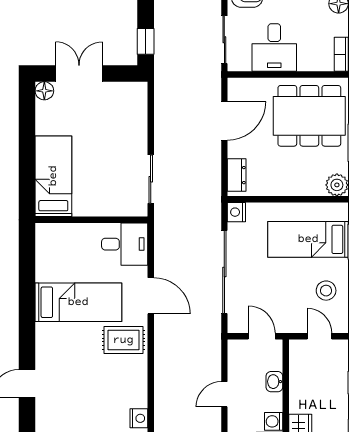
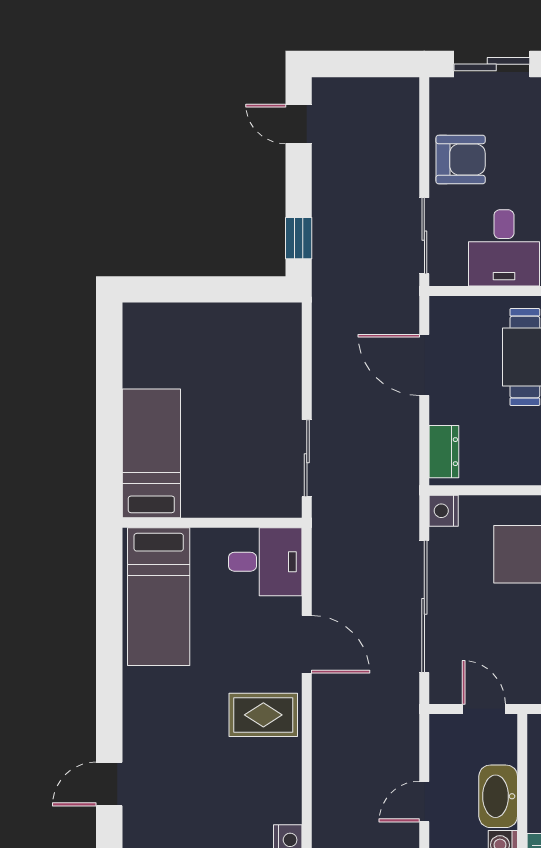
double door: (79, 73) -> (192, 289), removed
floor lamp: (44, 91) -> (137, 317), removed
door: (224, 121) -> (424, 365), swing flipped
bed: (78, 302) -> (159, 597), moved, turned 90
washbasin: (274, 382) -> (498, 796), width x1.91, depth x1.45

